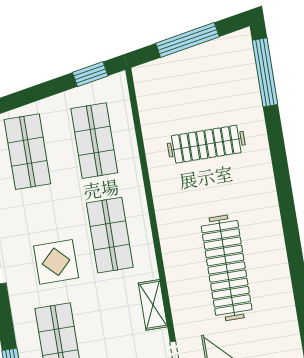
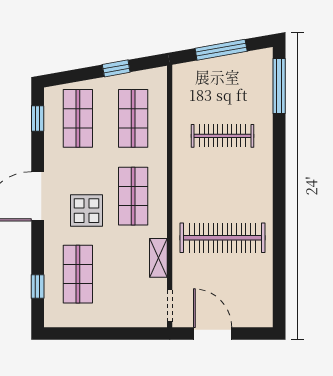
window: (90, 74) -> (116, 68), moved
clothes rail: (227, 268) -> (223, 238), turned 90

